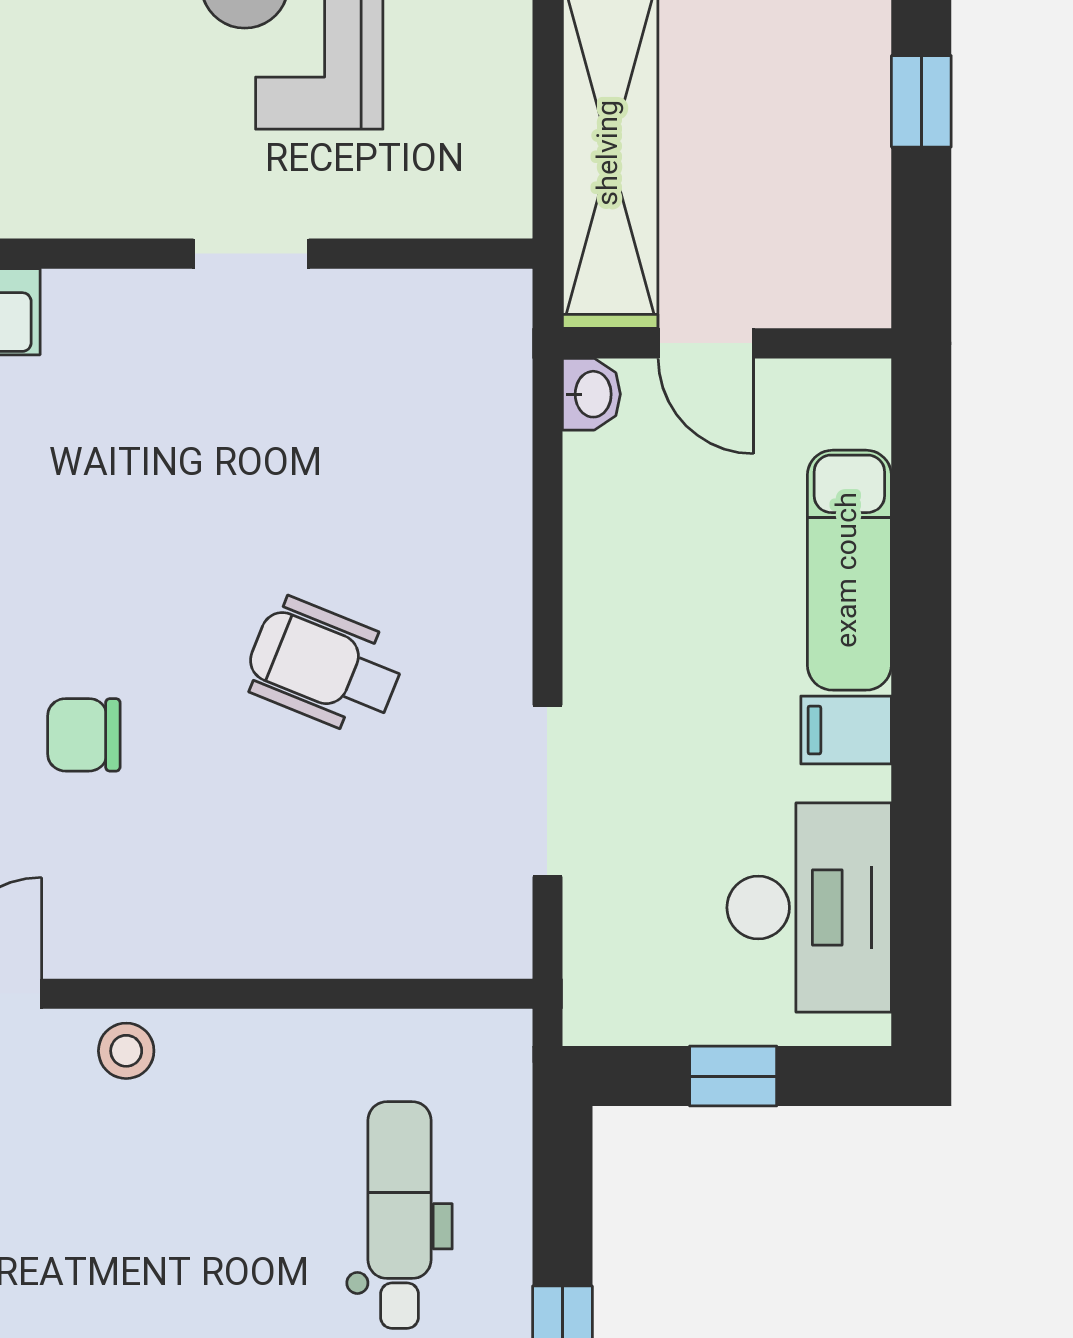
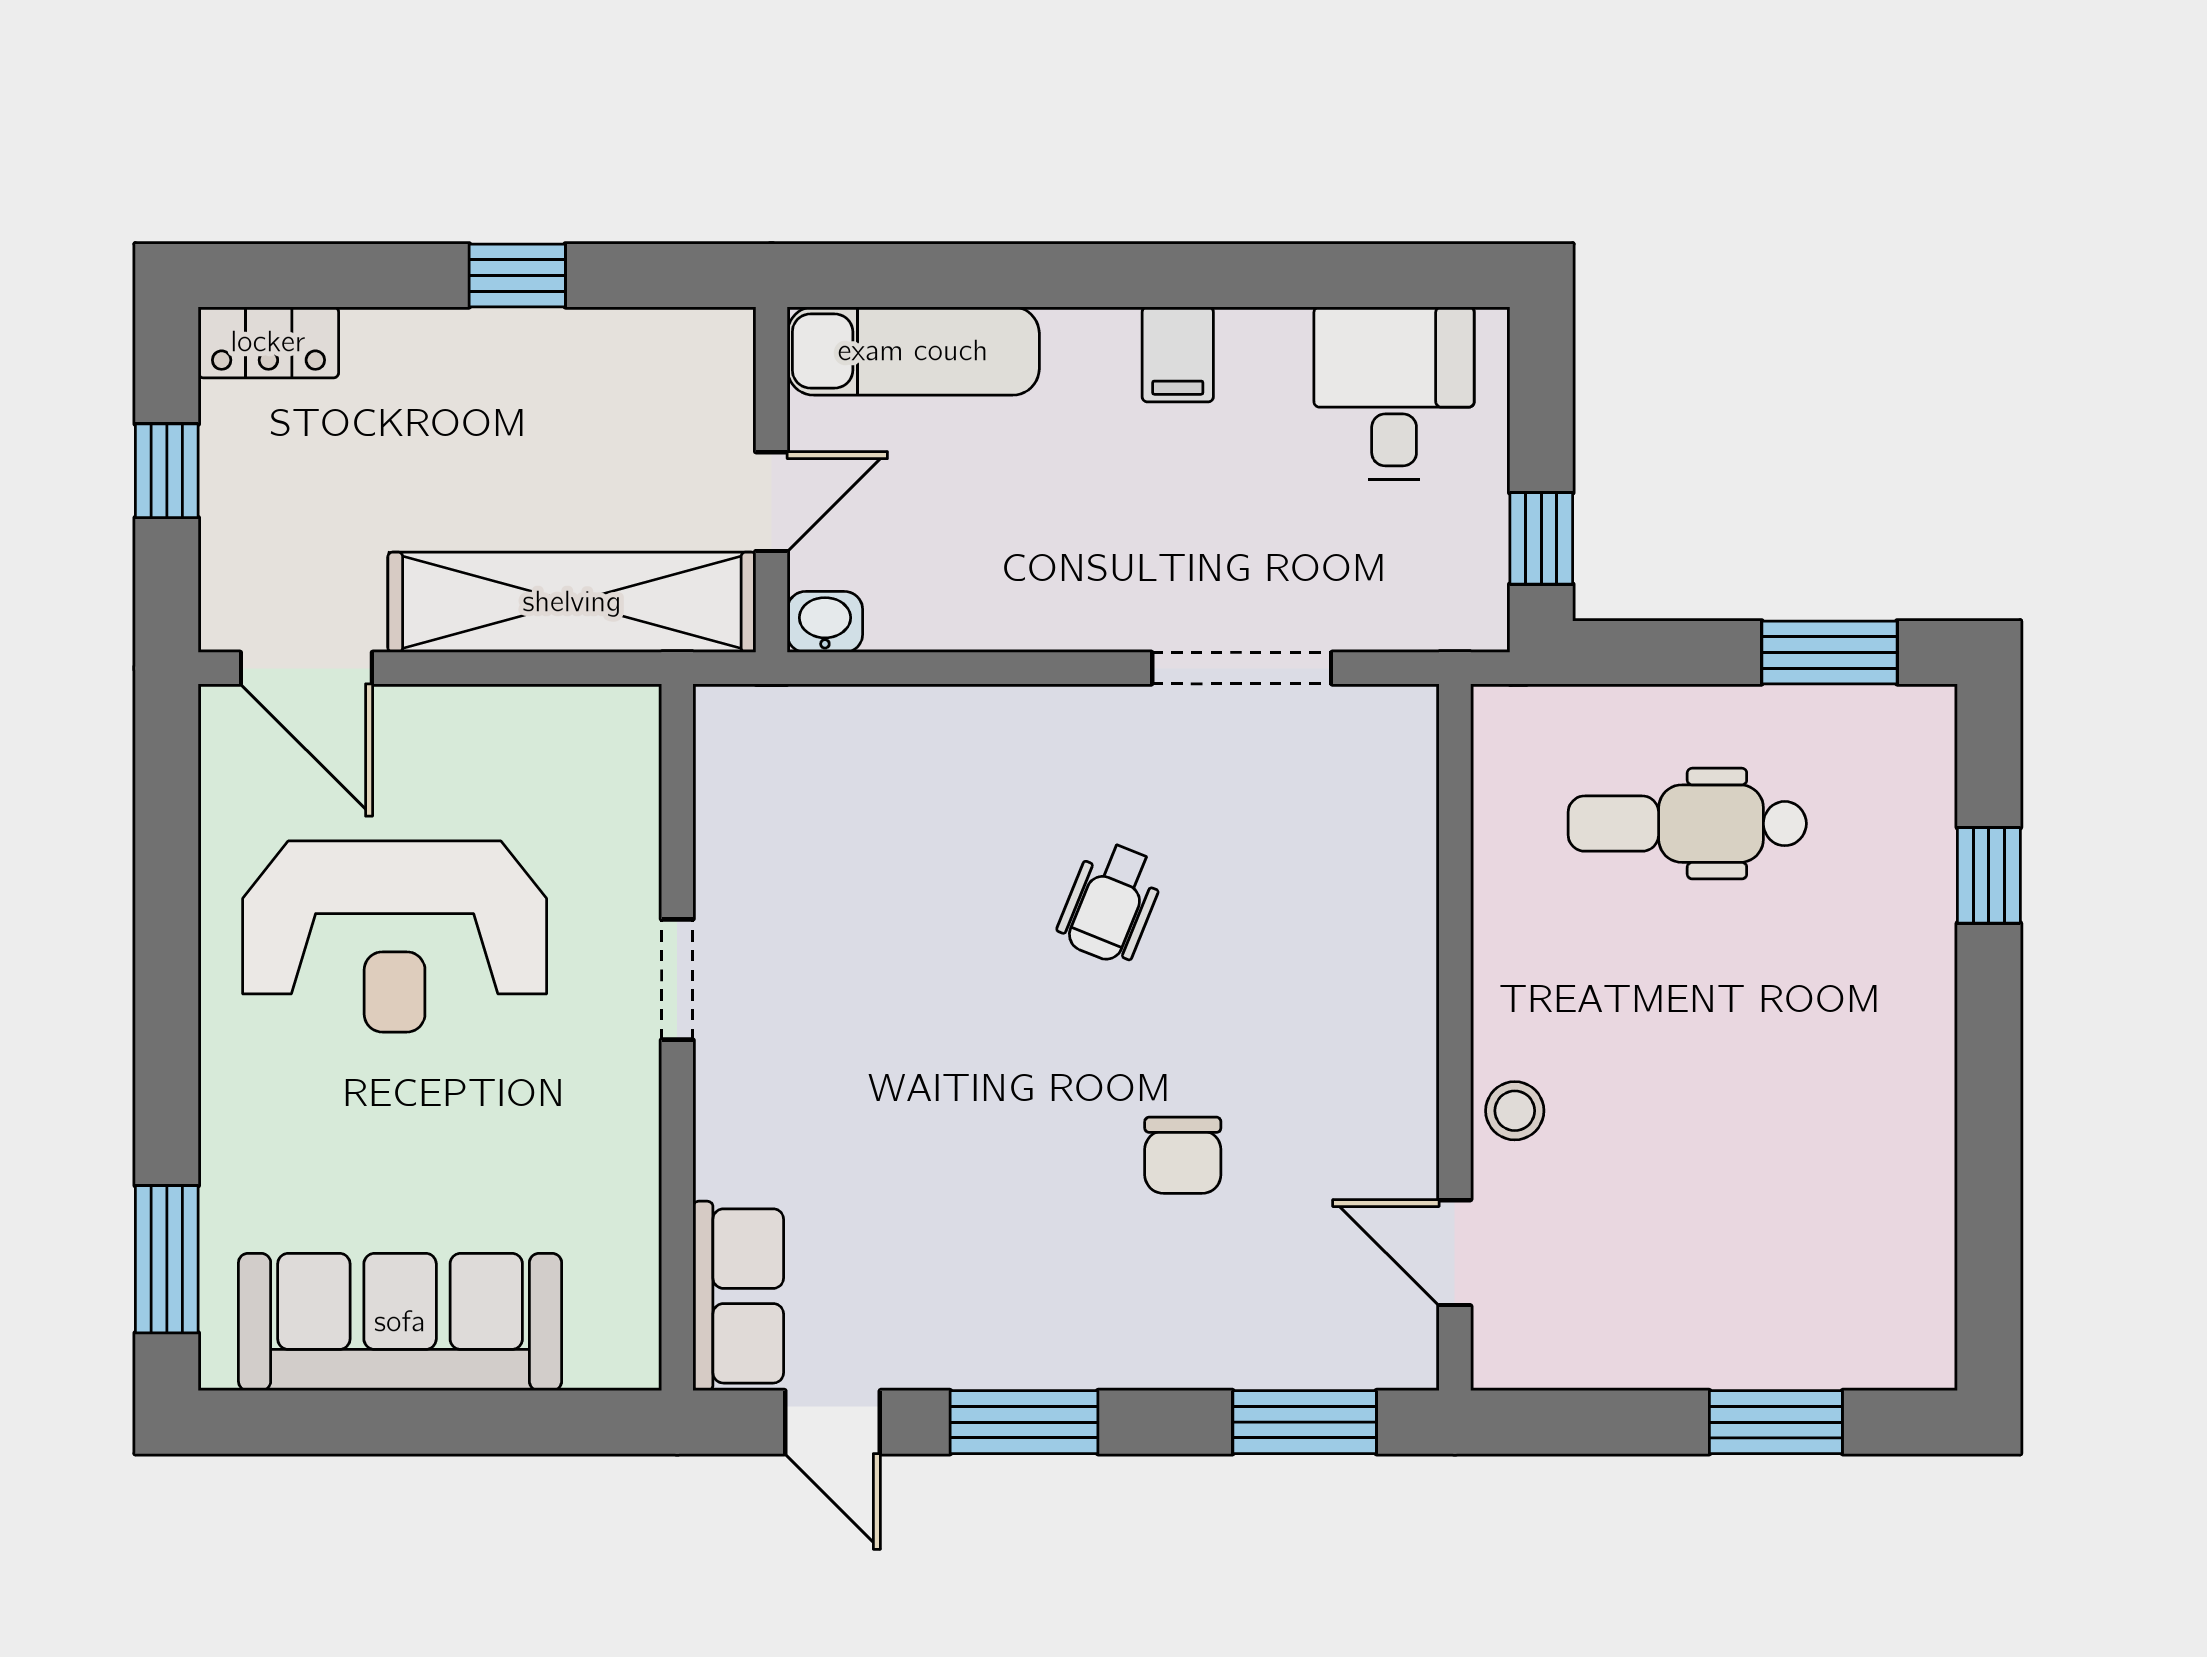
exam couch: (849, 570) -> (913, 351), moved
wheelchair: (325, 666) -> (1111, 902), width x0.73, depth x0.73
desk: (809, 908) -> (1394, 393), width x0.73
window: (733, 1076) -> (1541, 538), moved

